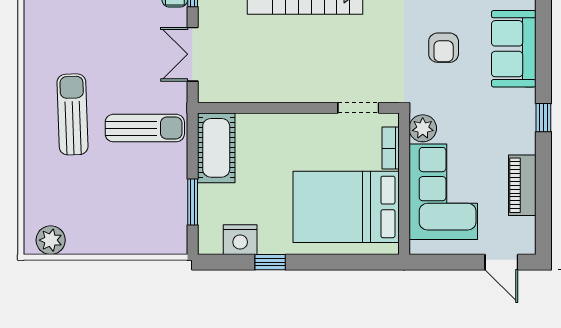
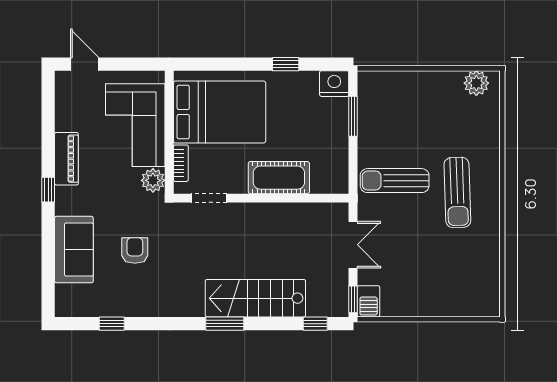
cot: (216, 148) -> (279, 178), moved, turned 90
piano: (522, 185) -> (66, 159), moved
nightstand: (240, 240) -> (334, 84), moved

